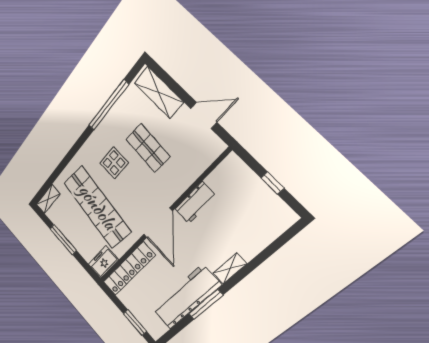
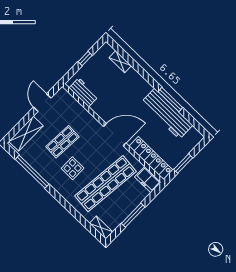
workbench: (195, 203) -> (84, 92), moved
shelving: (230, 268) -> (120, 62), moved
window: (135, 323) -> (183, 164), moved

